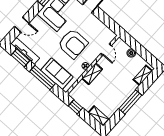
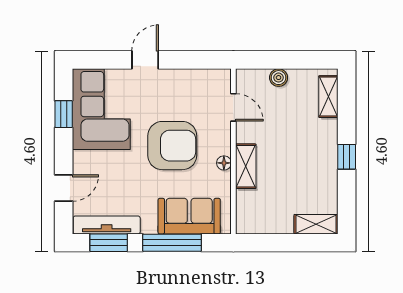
window: (130, 102) -> (347, 157), width x0.46
window: (75, 107) -> (266, 243), removed

